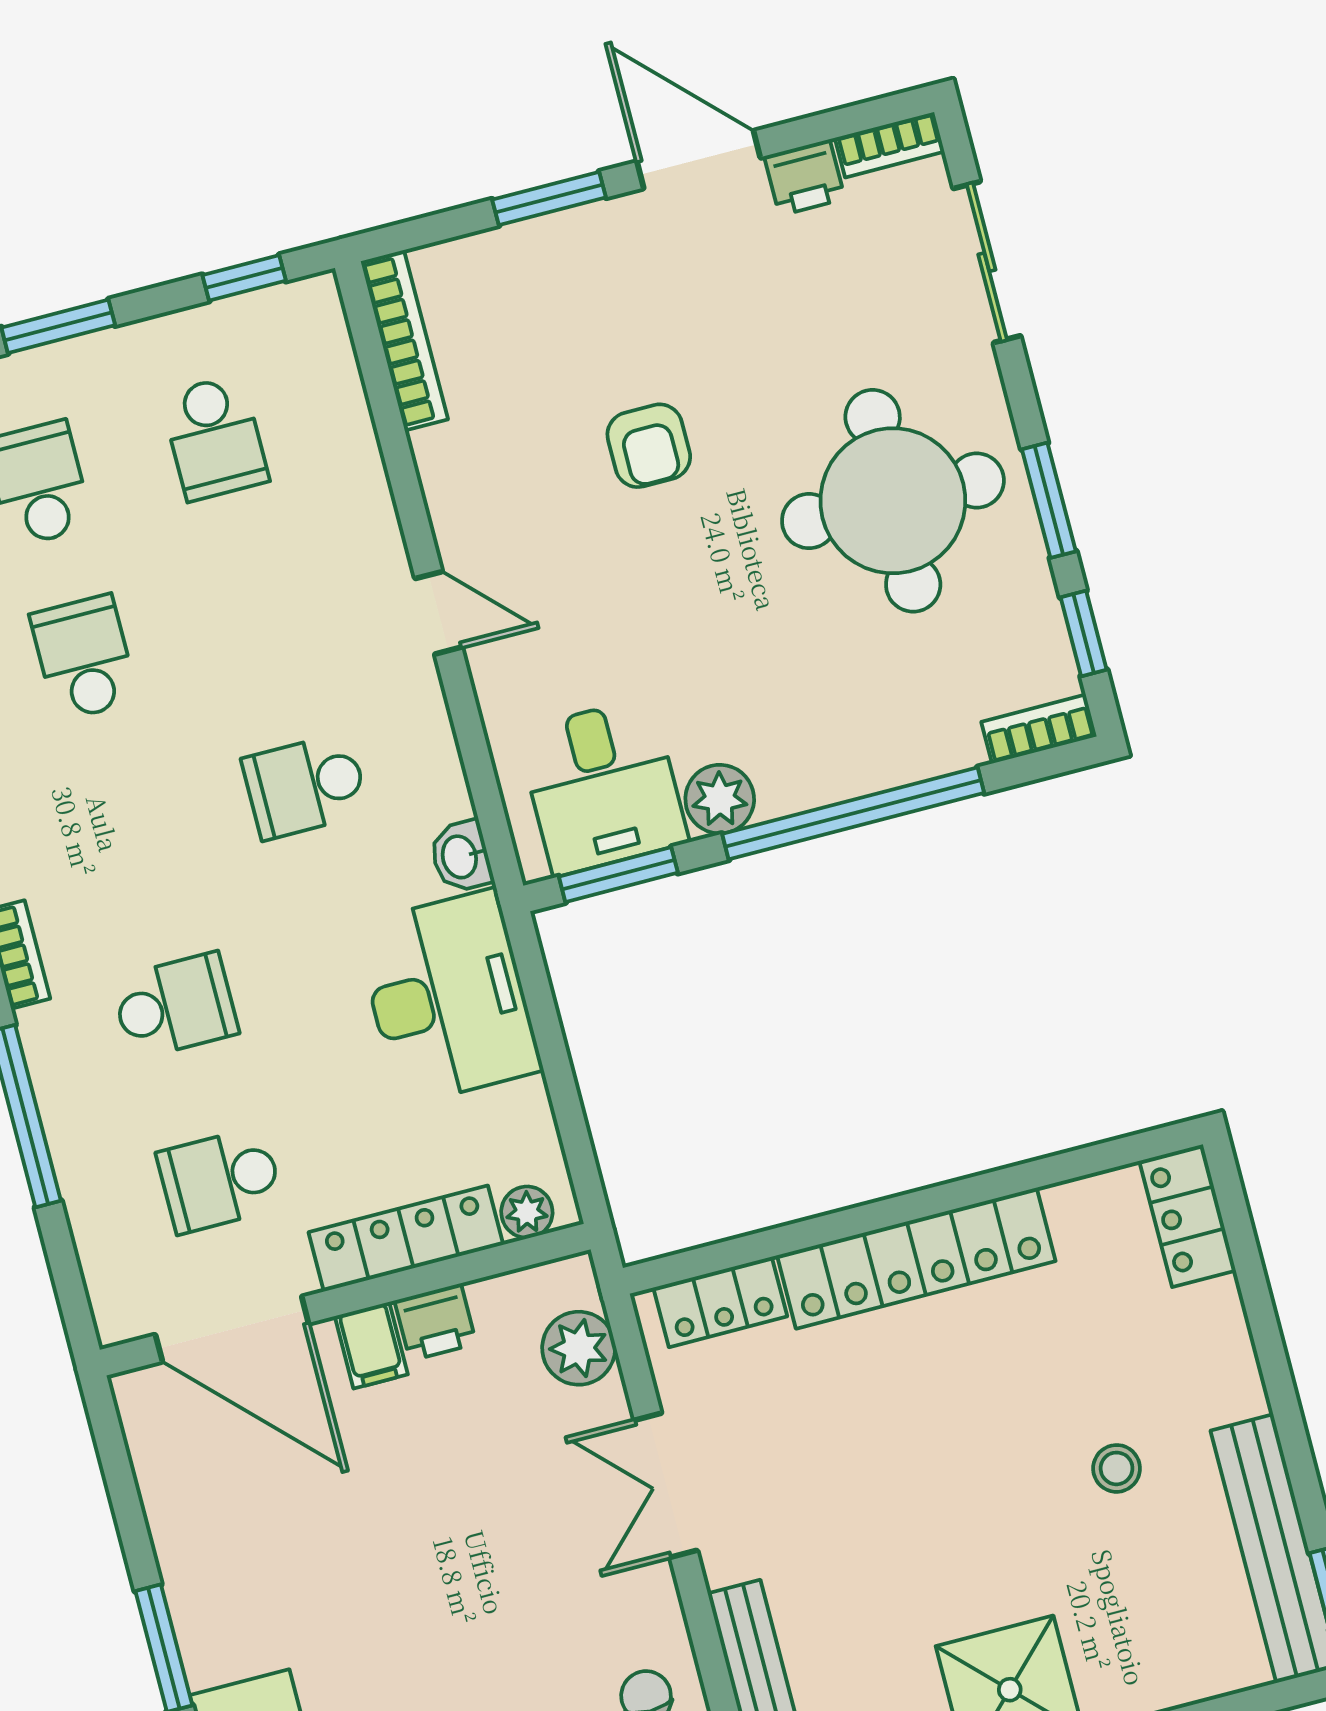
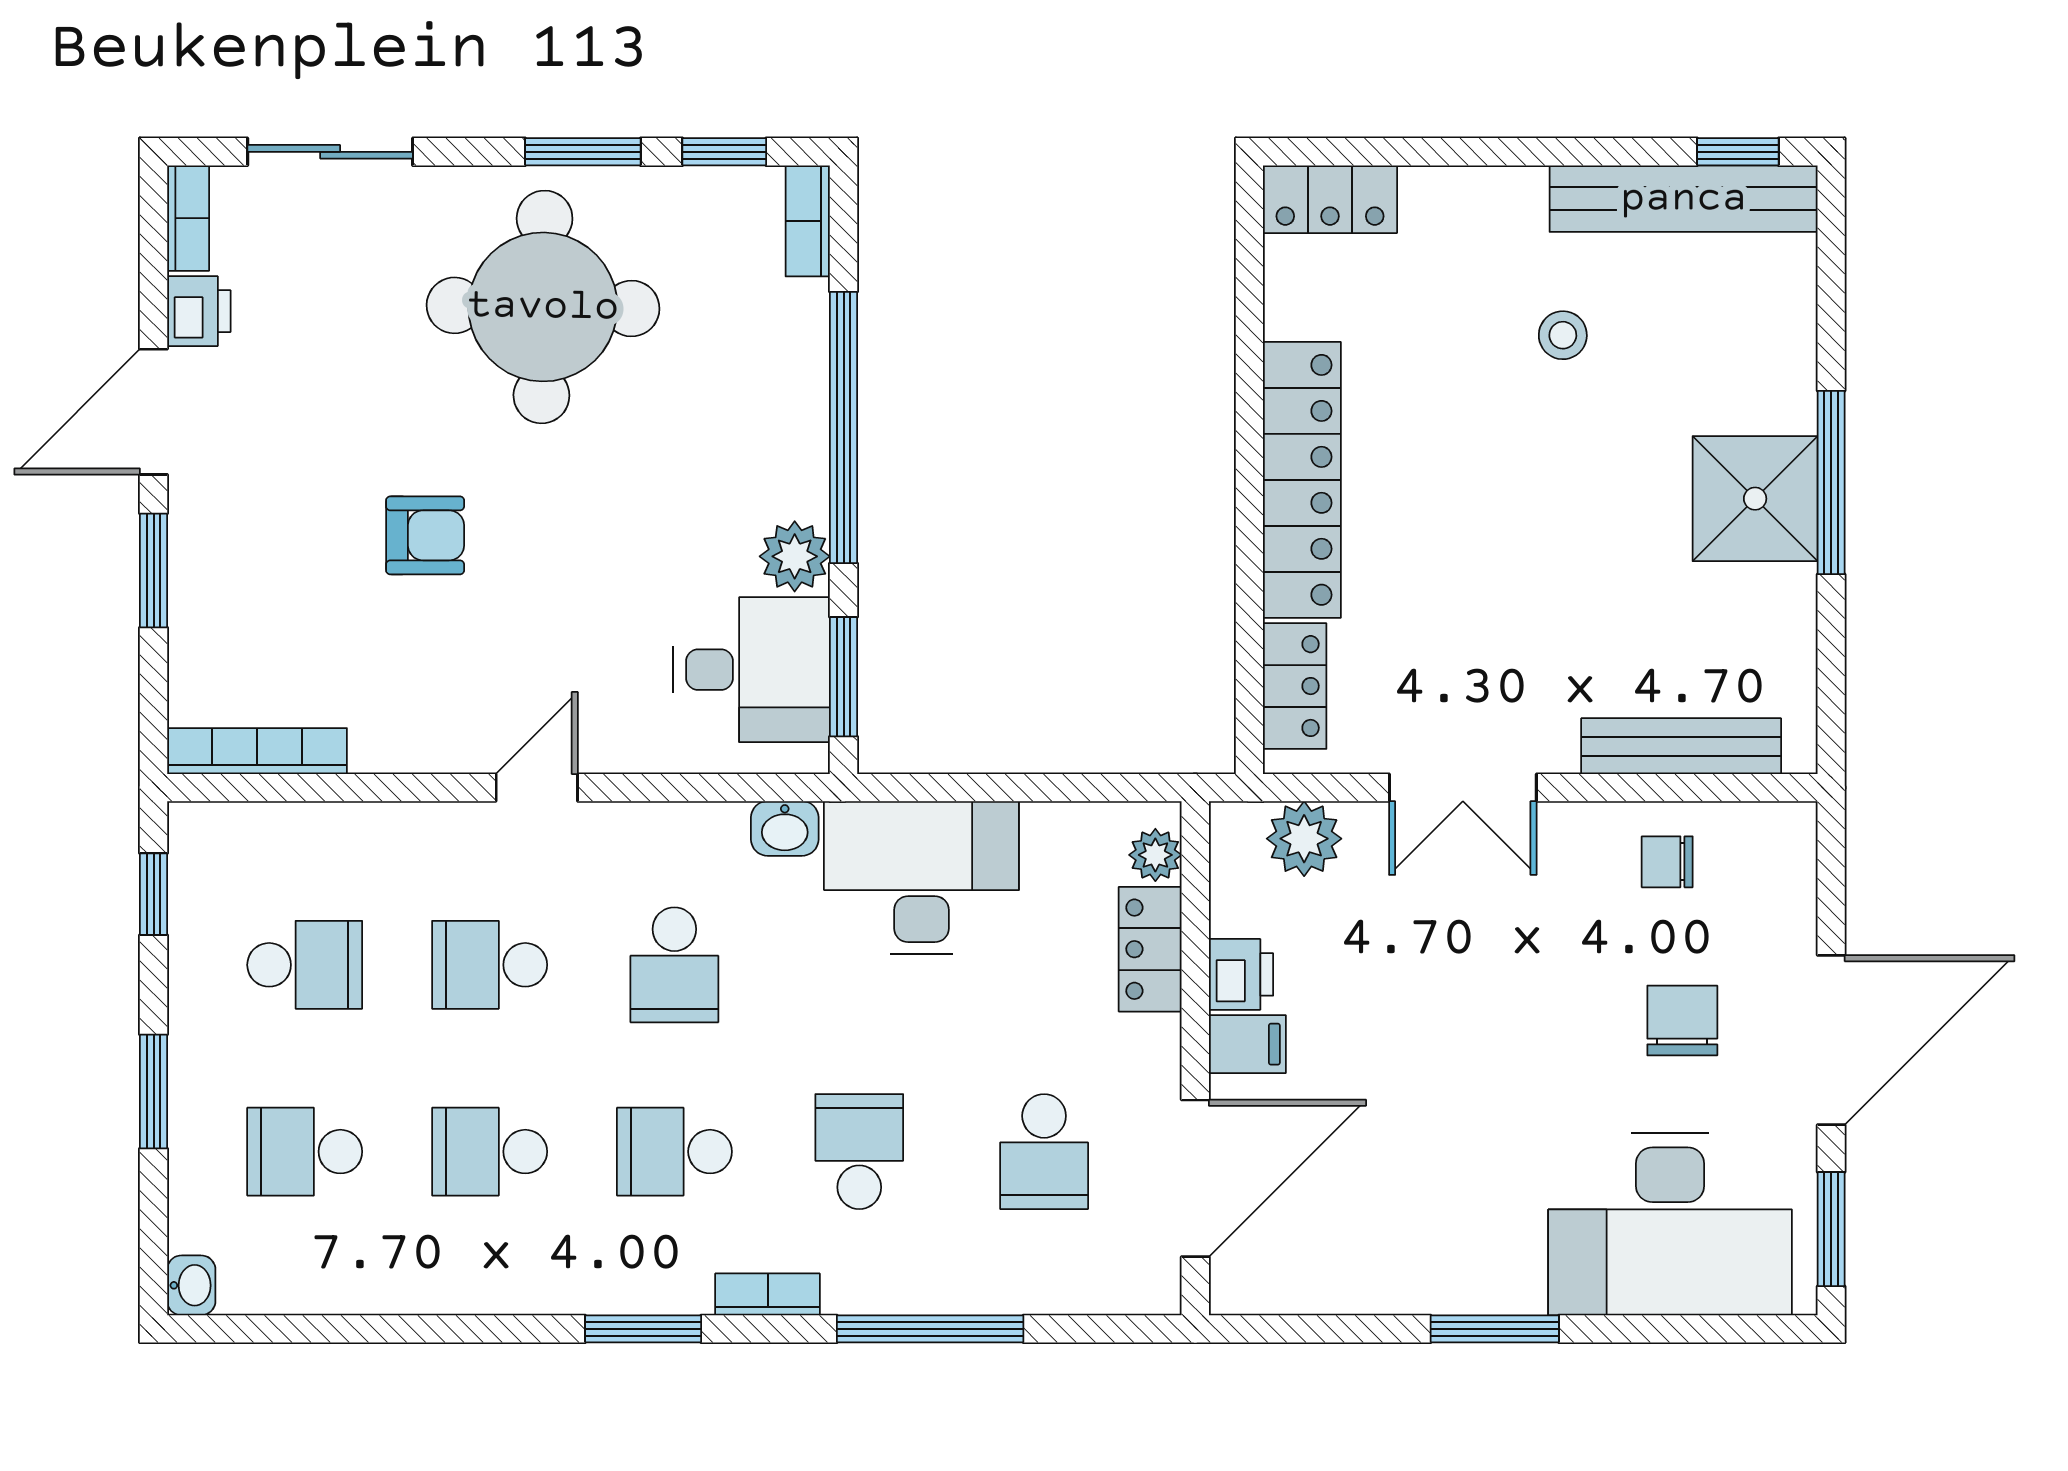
school desk: (260, 612) -> (490, 965), added
school desk: (129, 832) -> (674, 1152), added
locker: (406, 1238) -> (1150, 949), width x0.66

